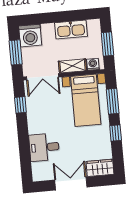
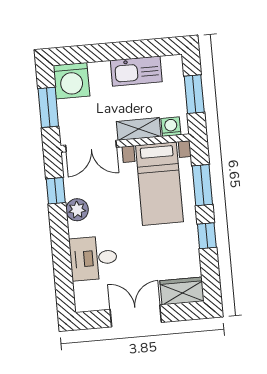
plant: (34, 117) -> (77, 210), added

